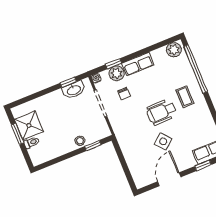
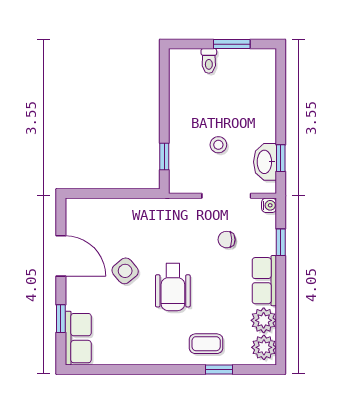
window: (196, 69) -> (219, 369), width x0.32
plant: (117, 73) -> (264, 320), moved
coffee table: (185, 97) -> (206, 344), moved
wheelchair: (161, 112) -> (173, 287), turned 180
shower: (29, 125) -> (237, 68), removed
stool: (80, 141) -> (218, 145), moved

